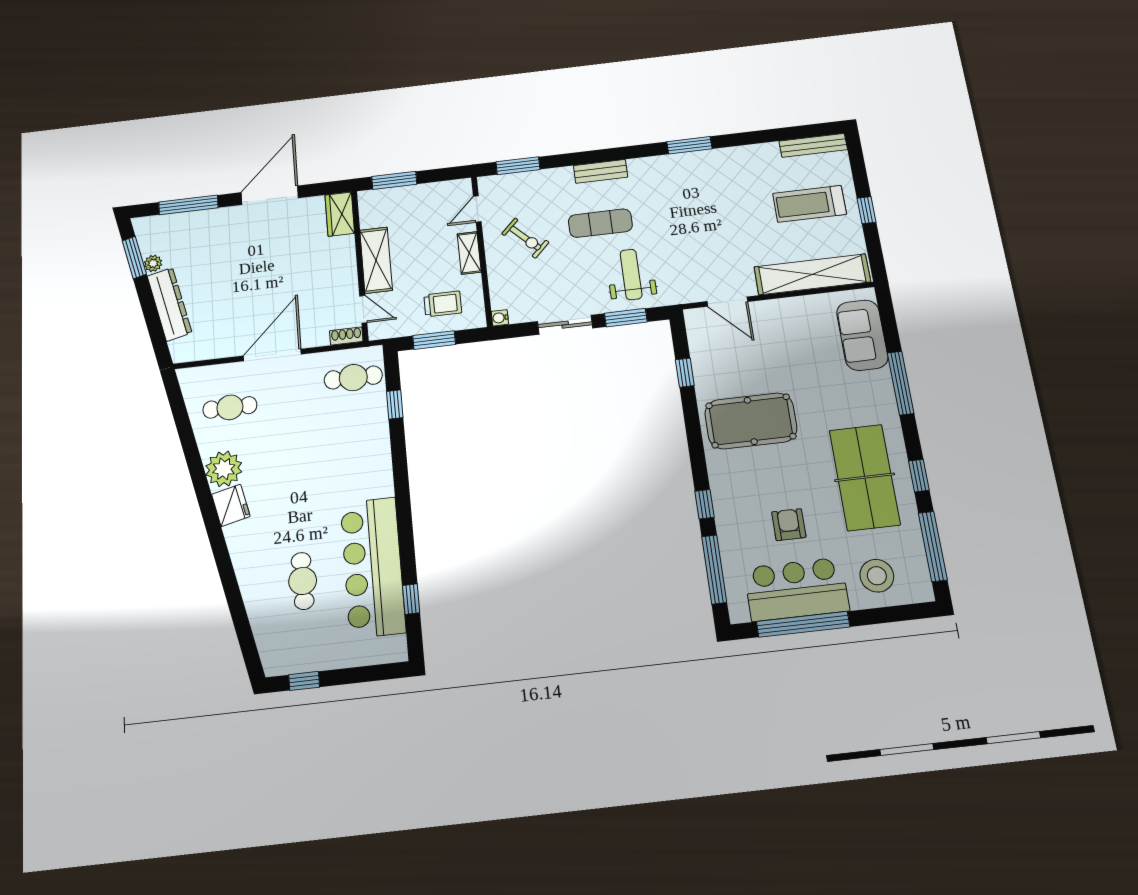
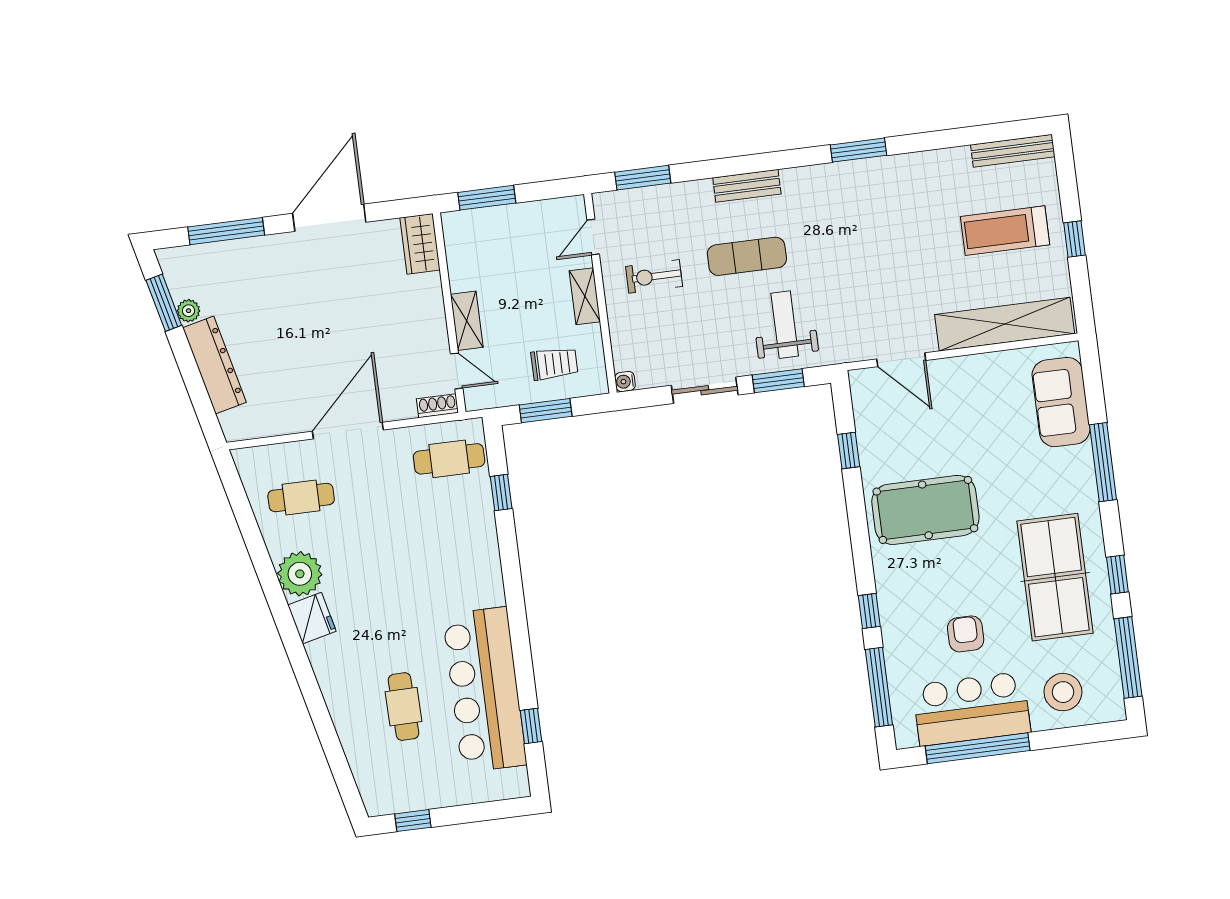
exercise bike: (525, 238) -> (654, 276), turned 135
shelving: (376, 260) -> (467, 321), width x0.67, depth x0.75

